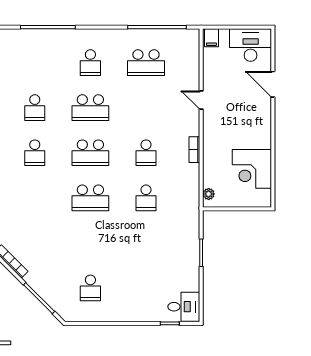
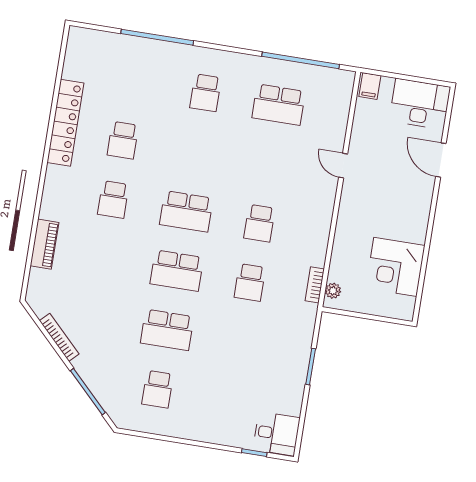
school desk: (90, 108) -> (167, 330), moved
bookcase: (194, 150) -> (315, 285), moved

